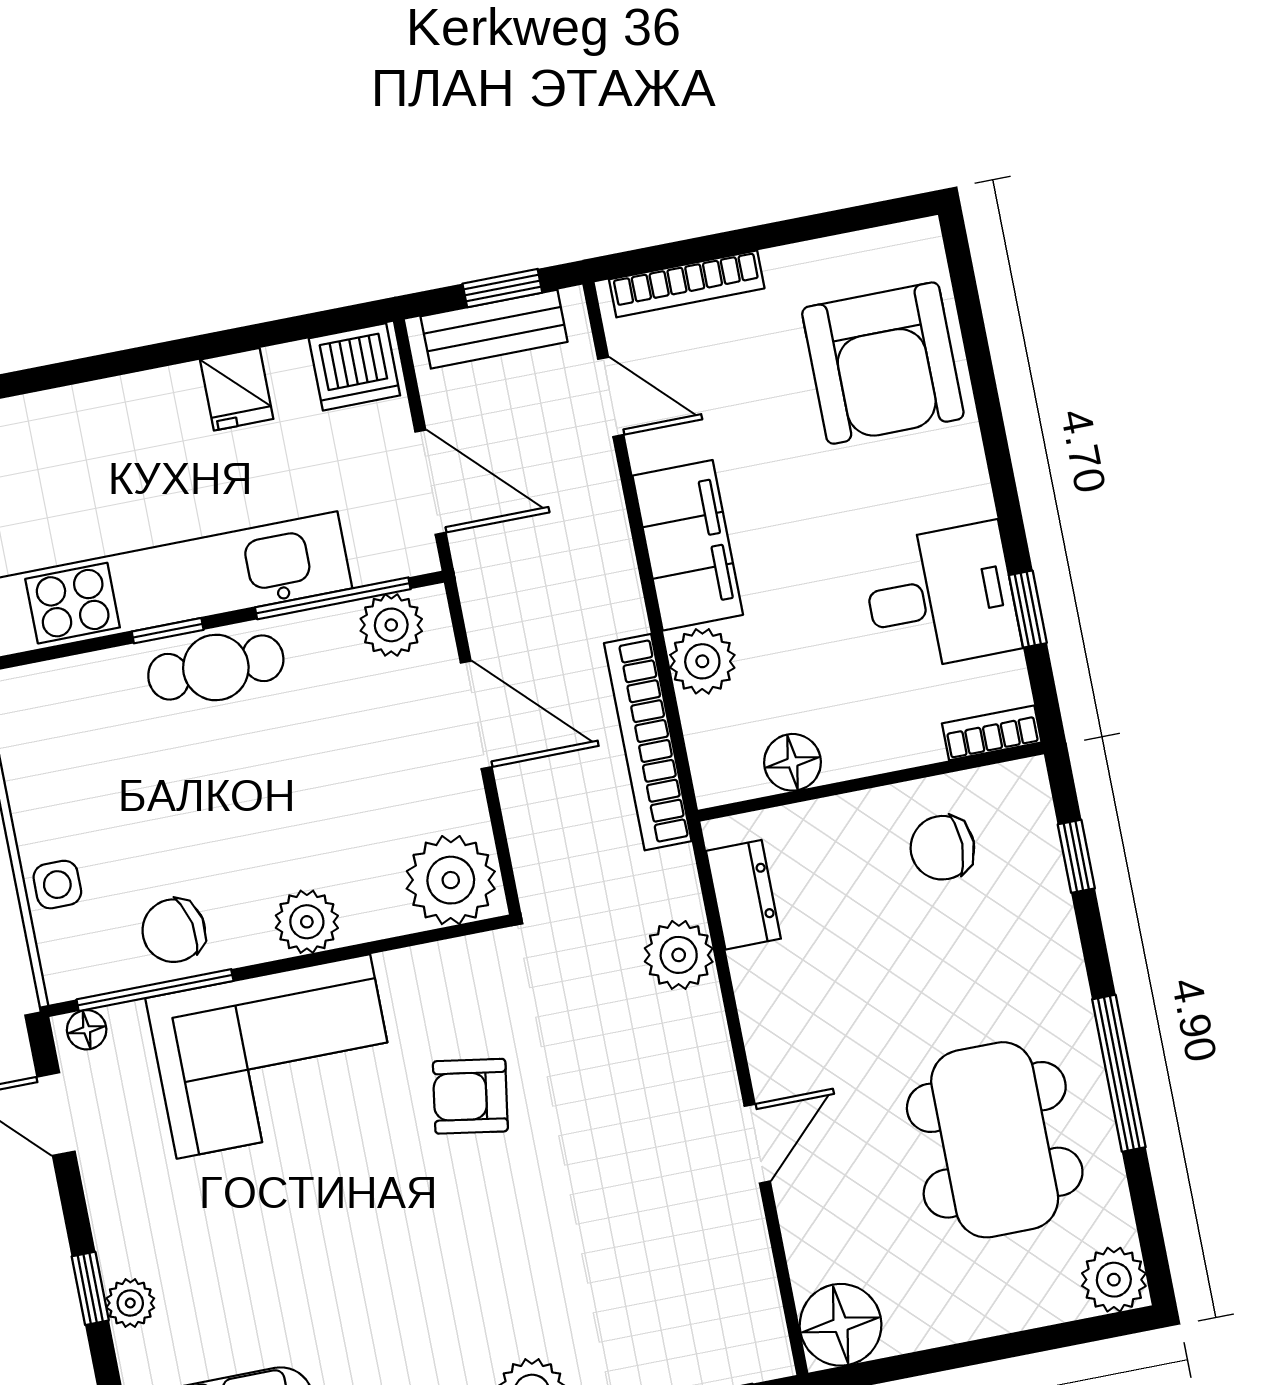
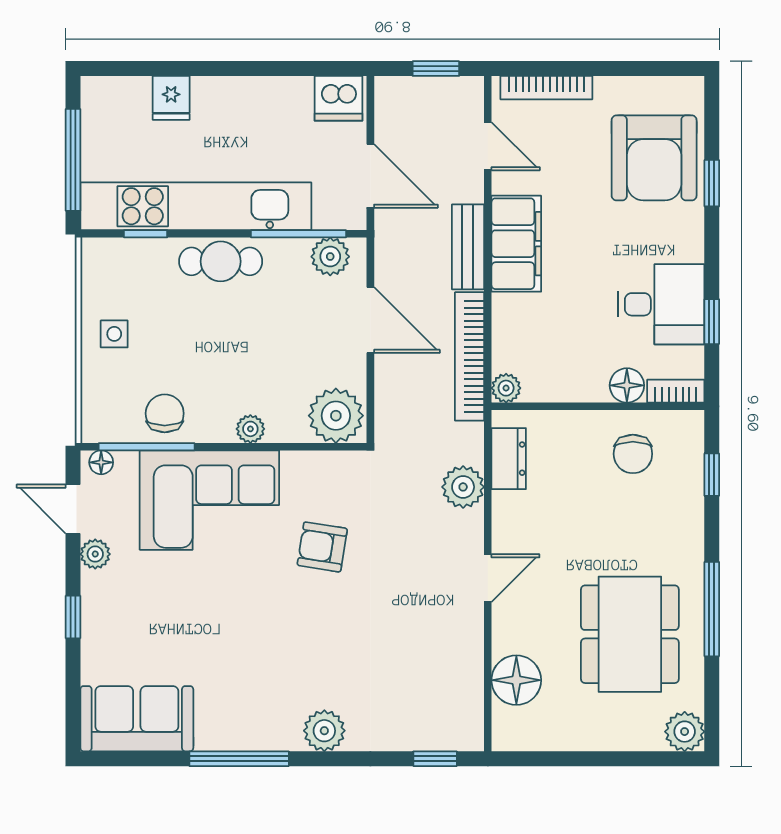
bench: (494, 329) -> (468, 247), moved, turned 90
window: (984, 386) -> (712, 183), added
fridge: (237, 389) -> (171, 98), moved
window: (168, 631) -> (146, 234), moved
plant: (702, 661) -> (506, 388), moved, width x0.73, depth x0.73
floor lamp: (792, 762) -> (627, 385), moved
chair: (942, 848) -> (633, 454), turned -90
side table: (57, 885) -> (114, 334), moved
plant: (307, 922) -> (250, 429), width x0.73, depth x0.73
chair: (174, 931) -> (165, 413), turned 101
door: (757, 1144) -> (488, 578), moved
plant: (130, 1303) -> (95, 554), moved
floor lamp: (841, 1325) -> (516, 680), moved

